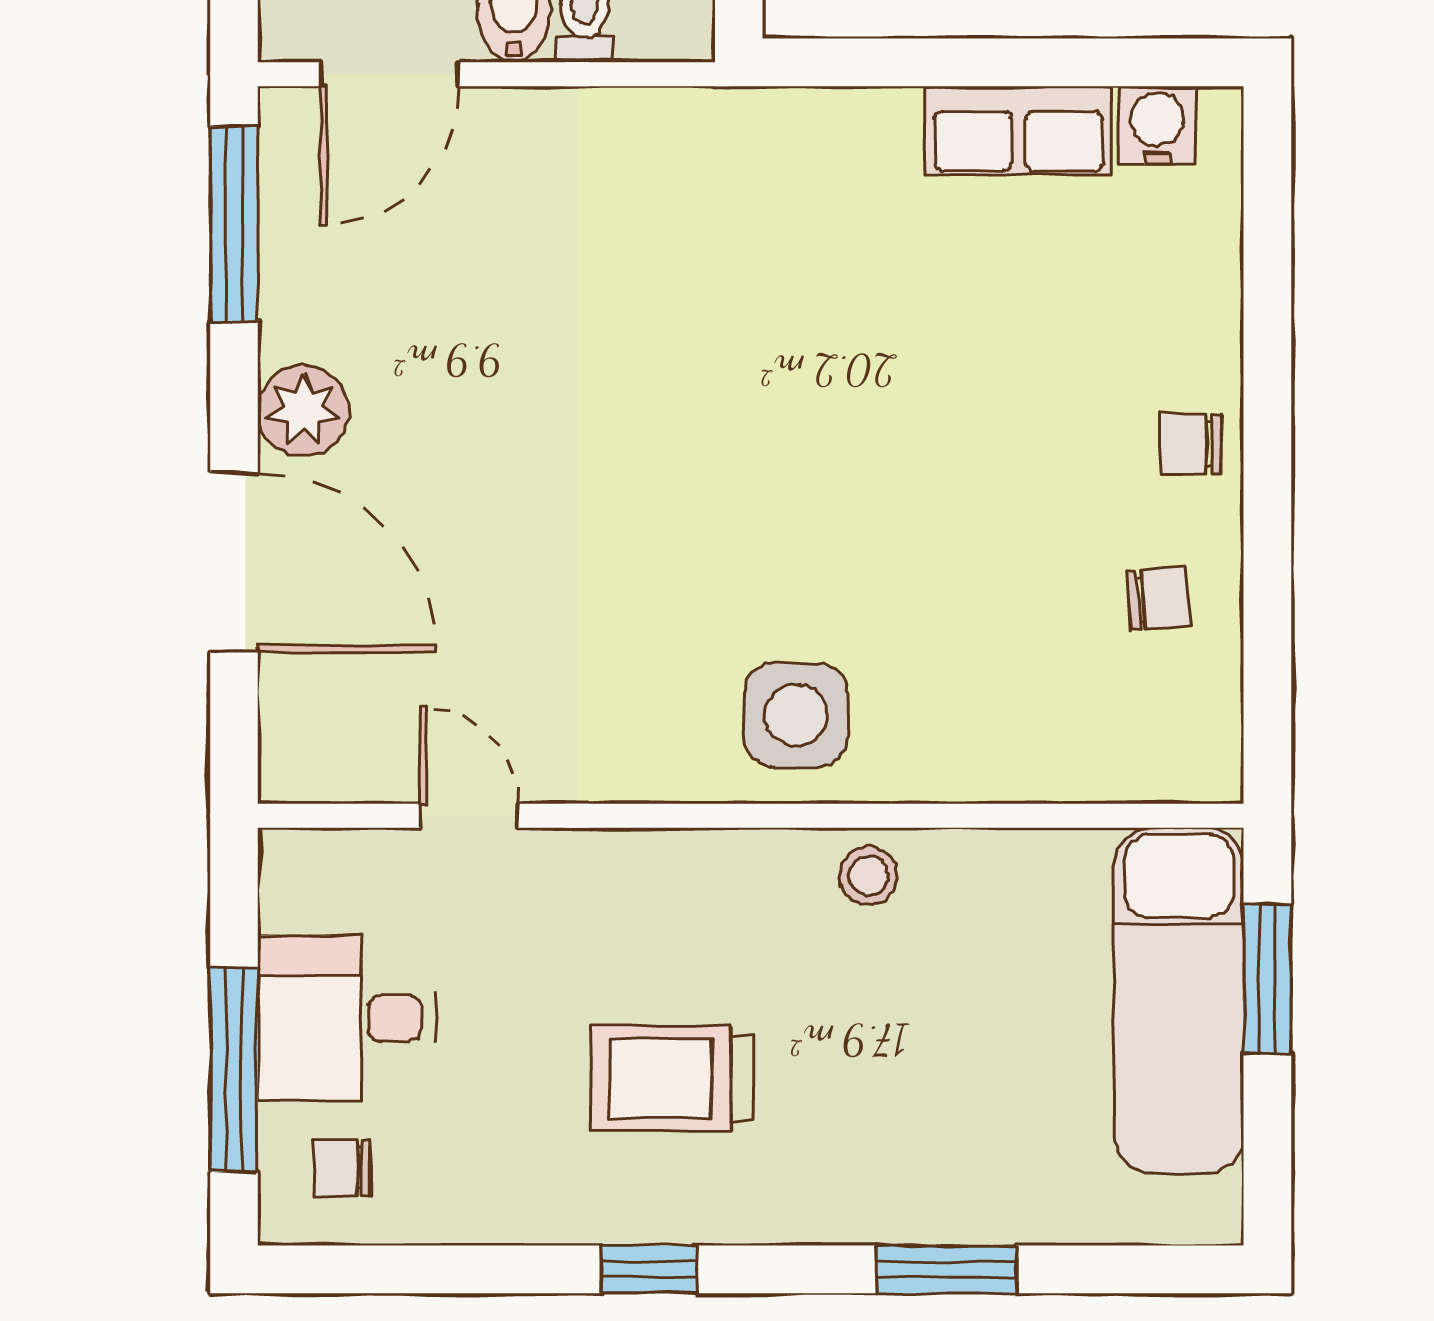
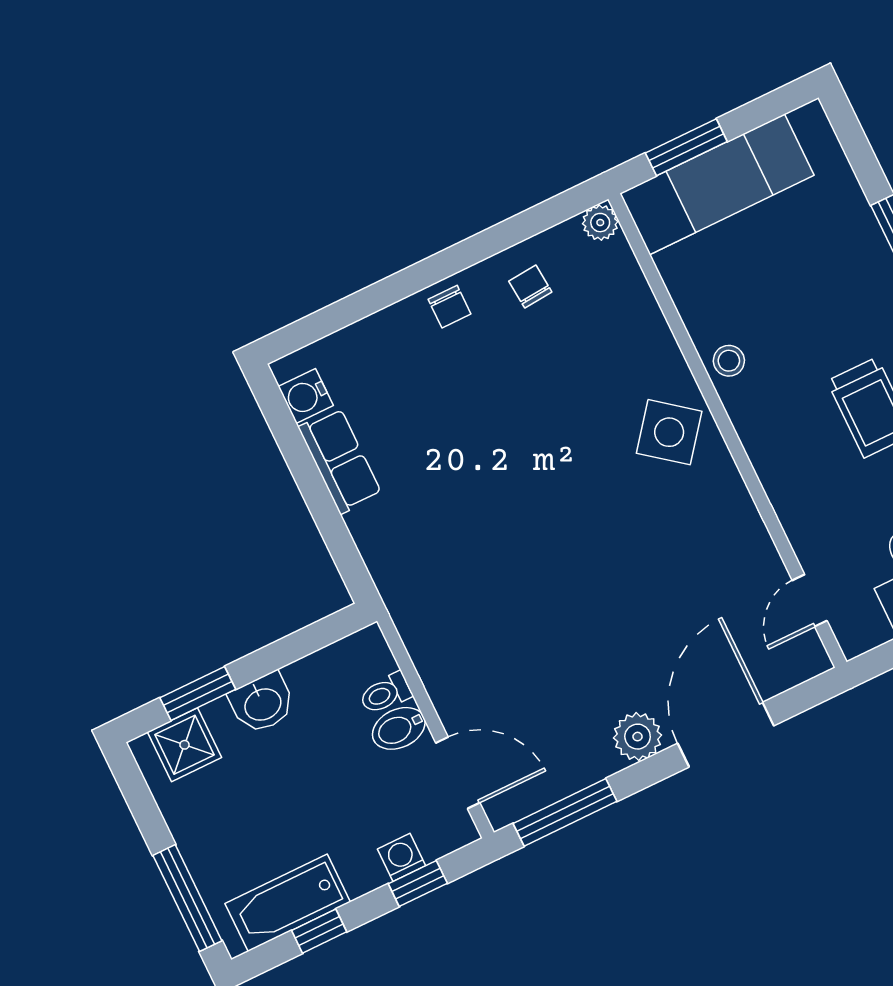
side table: (796, 715) -> (669, 432), turned 38
plant: (1210, 770) -> (600, 223), added
door: (469, 816) -> (810, 601), moved

